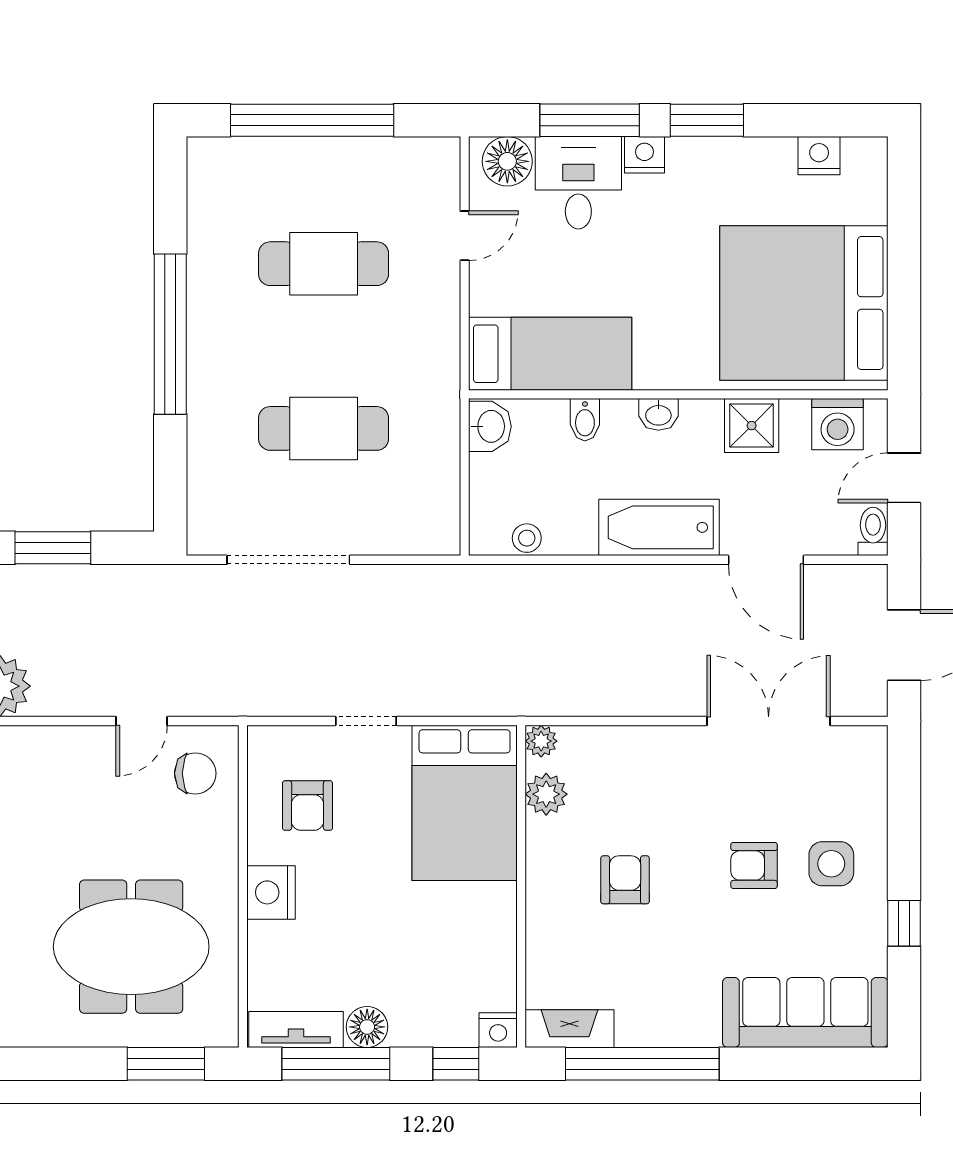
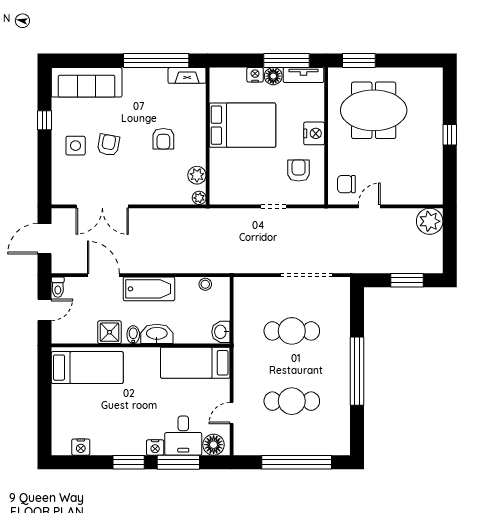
bed: (804, 303) -> (87, 368), width x0.49
washbasin: (658, 414) -> (157, 334), width x1.91, depth x1.45
bidet: (585, 420) -> (133, 335), moved
washing machine: (838, 424) -> (73, 333), removed
bed: (465, 803) -> (242, 125), moved, turned 90
armchair: (754, 865) -> (108, 145), turned -80
nightstand: (498, 1030) -> (255, 75), moved
window: (456, 1064) -> (235, 60), removed

